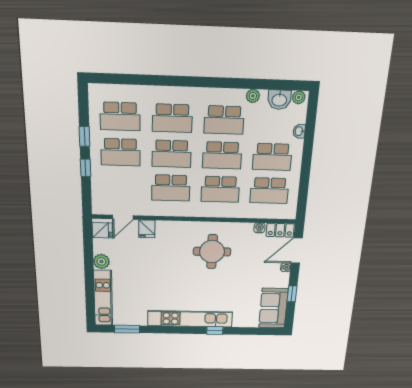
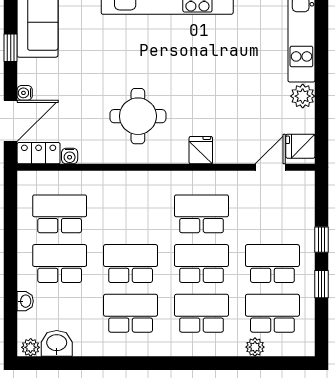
plant: (253, 96) -> (255, 347), moved
school desk: (220, 189) -> (131, 214), removed
fridge: (147, 229) -> (201, 150), moved

